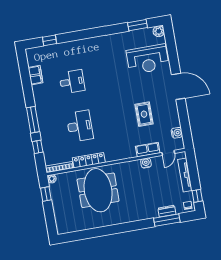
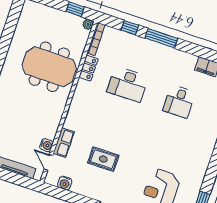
locker: (89, 160) -> (88, 68), width x0.66
water cooler: (146, 163) -> (46, 145), moved

